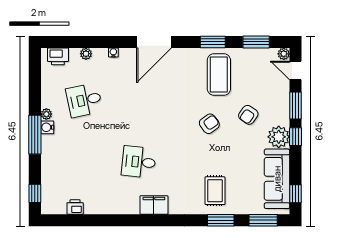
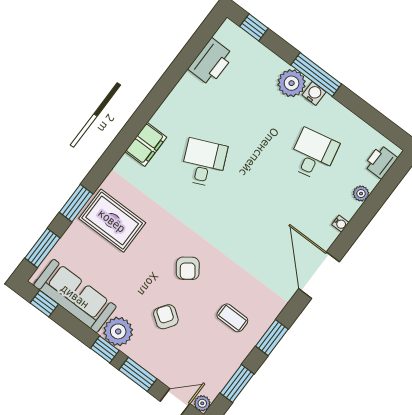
coffee table: (219, 74) -> (232, 318), width x0.54, depth x0.58
plant: (46, 114) -> (292, 83), moved, width x1.87, depth x1.87
desk: (139, 162) -> (204, 163), turned -30
rug: (215, 191) -> (112, 221), width x1.36, depth x1.43
printer: (75, 207) -> (211, 62), width x1.87, depth x1.48

